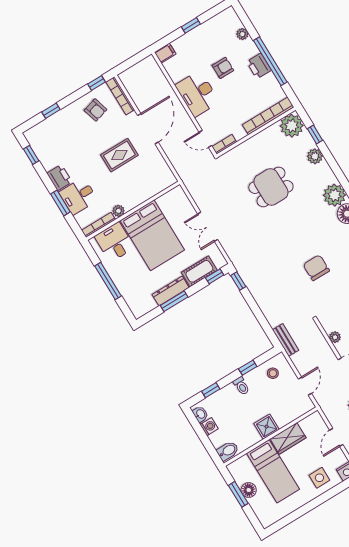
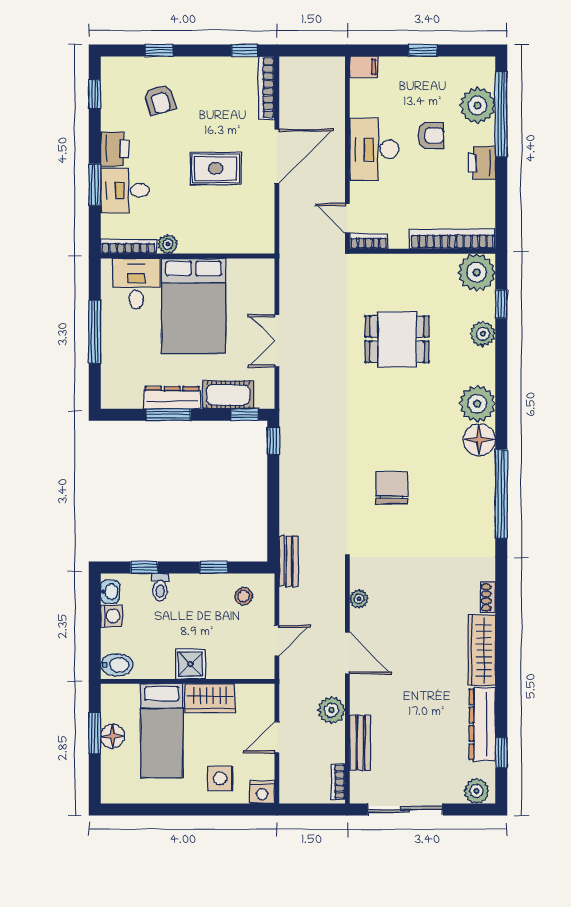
plant: (242, 34) -> (477, 105), width x1.87, depth x1.87
window: (270, 61) -> (501, 114), moved
armchair: (96, 110) -> (160, 99), moved
toilet: (241, 386) -> (160, 587), moved

